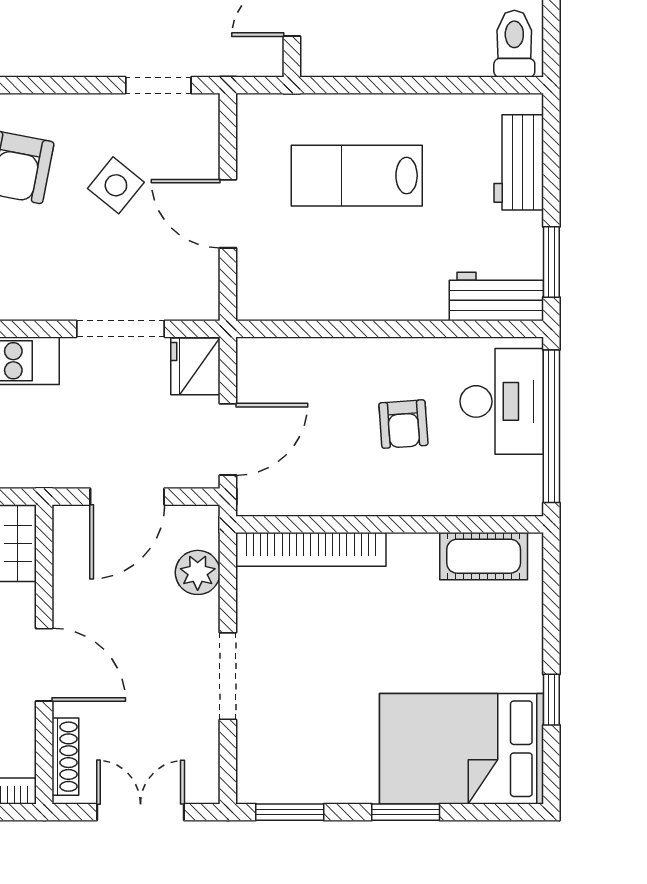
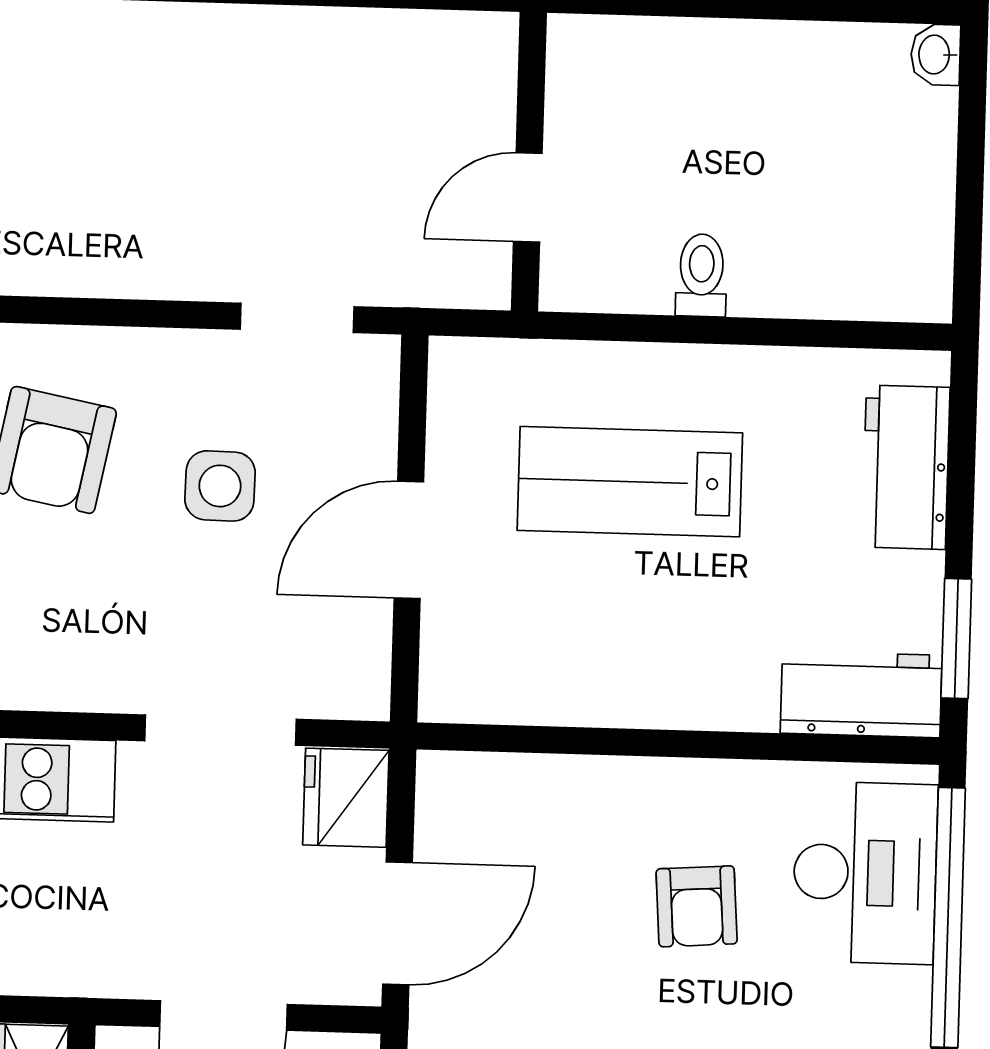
toilet: (514, 44) -> (701, 275), moved, width x0.73, depth x0.72
side table: (116, 185) -> (220, 486), turned -38
door: (228, 214) -> (409, 540), hinge flipped

